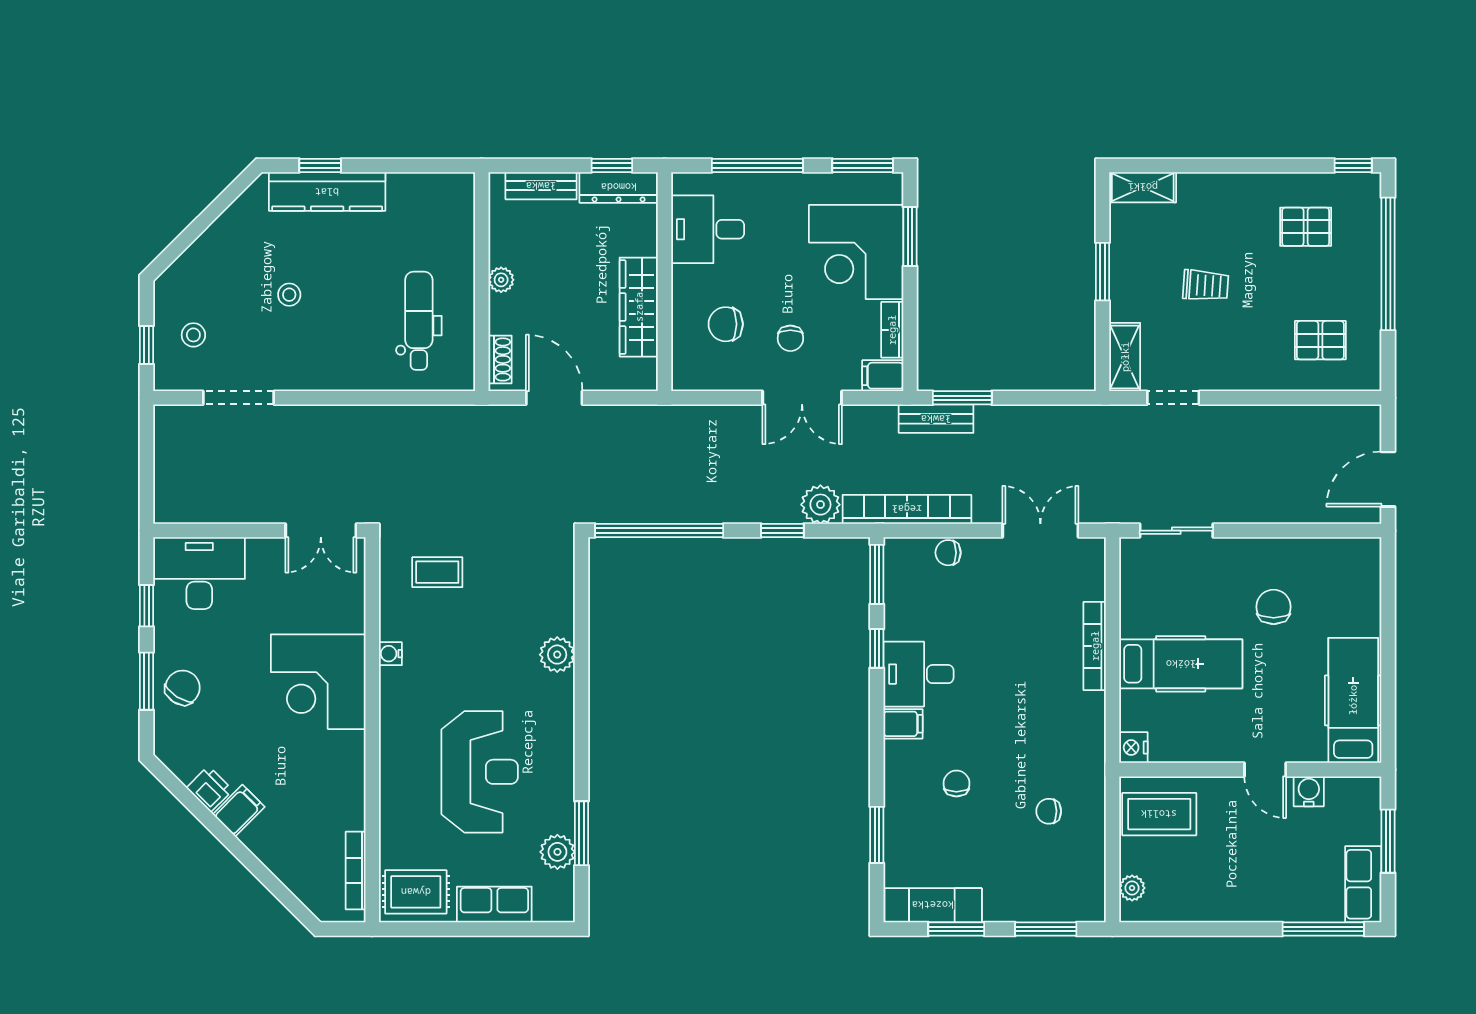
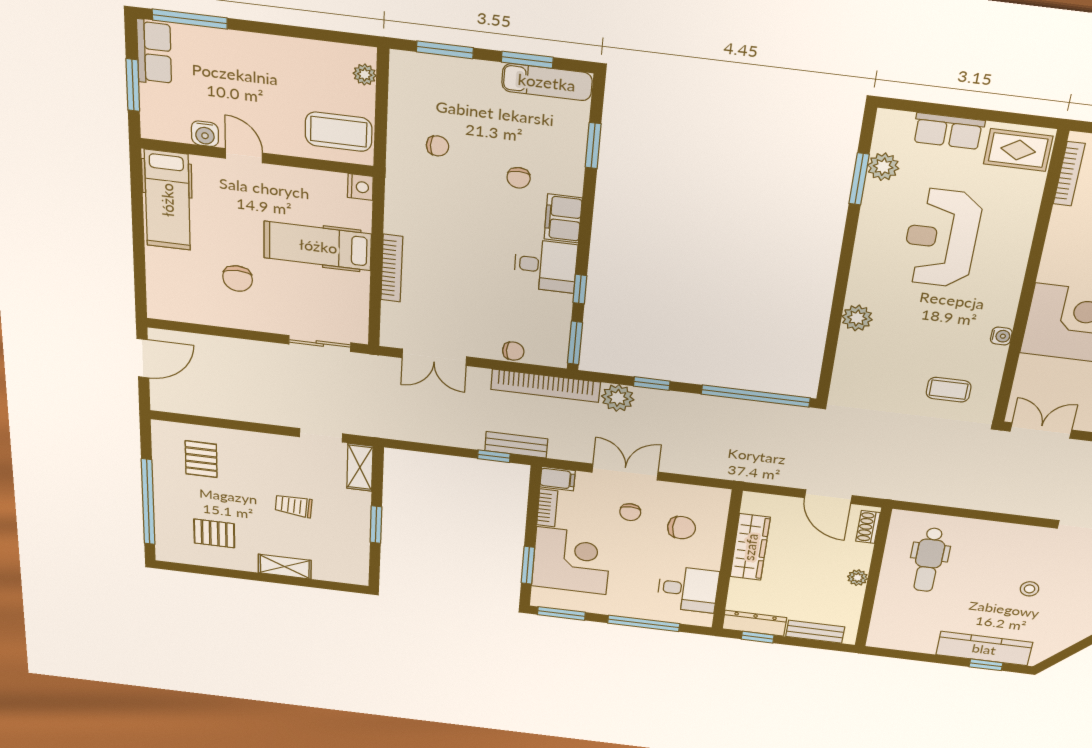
window: (1353, 165) -> (178, 567), removed
shelving: (1143, 187) -> (285, 567), moved
chair: (790, 338) -> (630, 512), turned 180
pallet: (1320, 340) -> (201, 459), turned 90
window: (962, 398) -> (494, 456), width x0.67
filing cabinet: (903, 724) -> (563, 218), width x2.00

